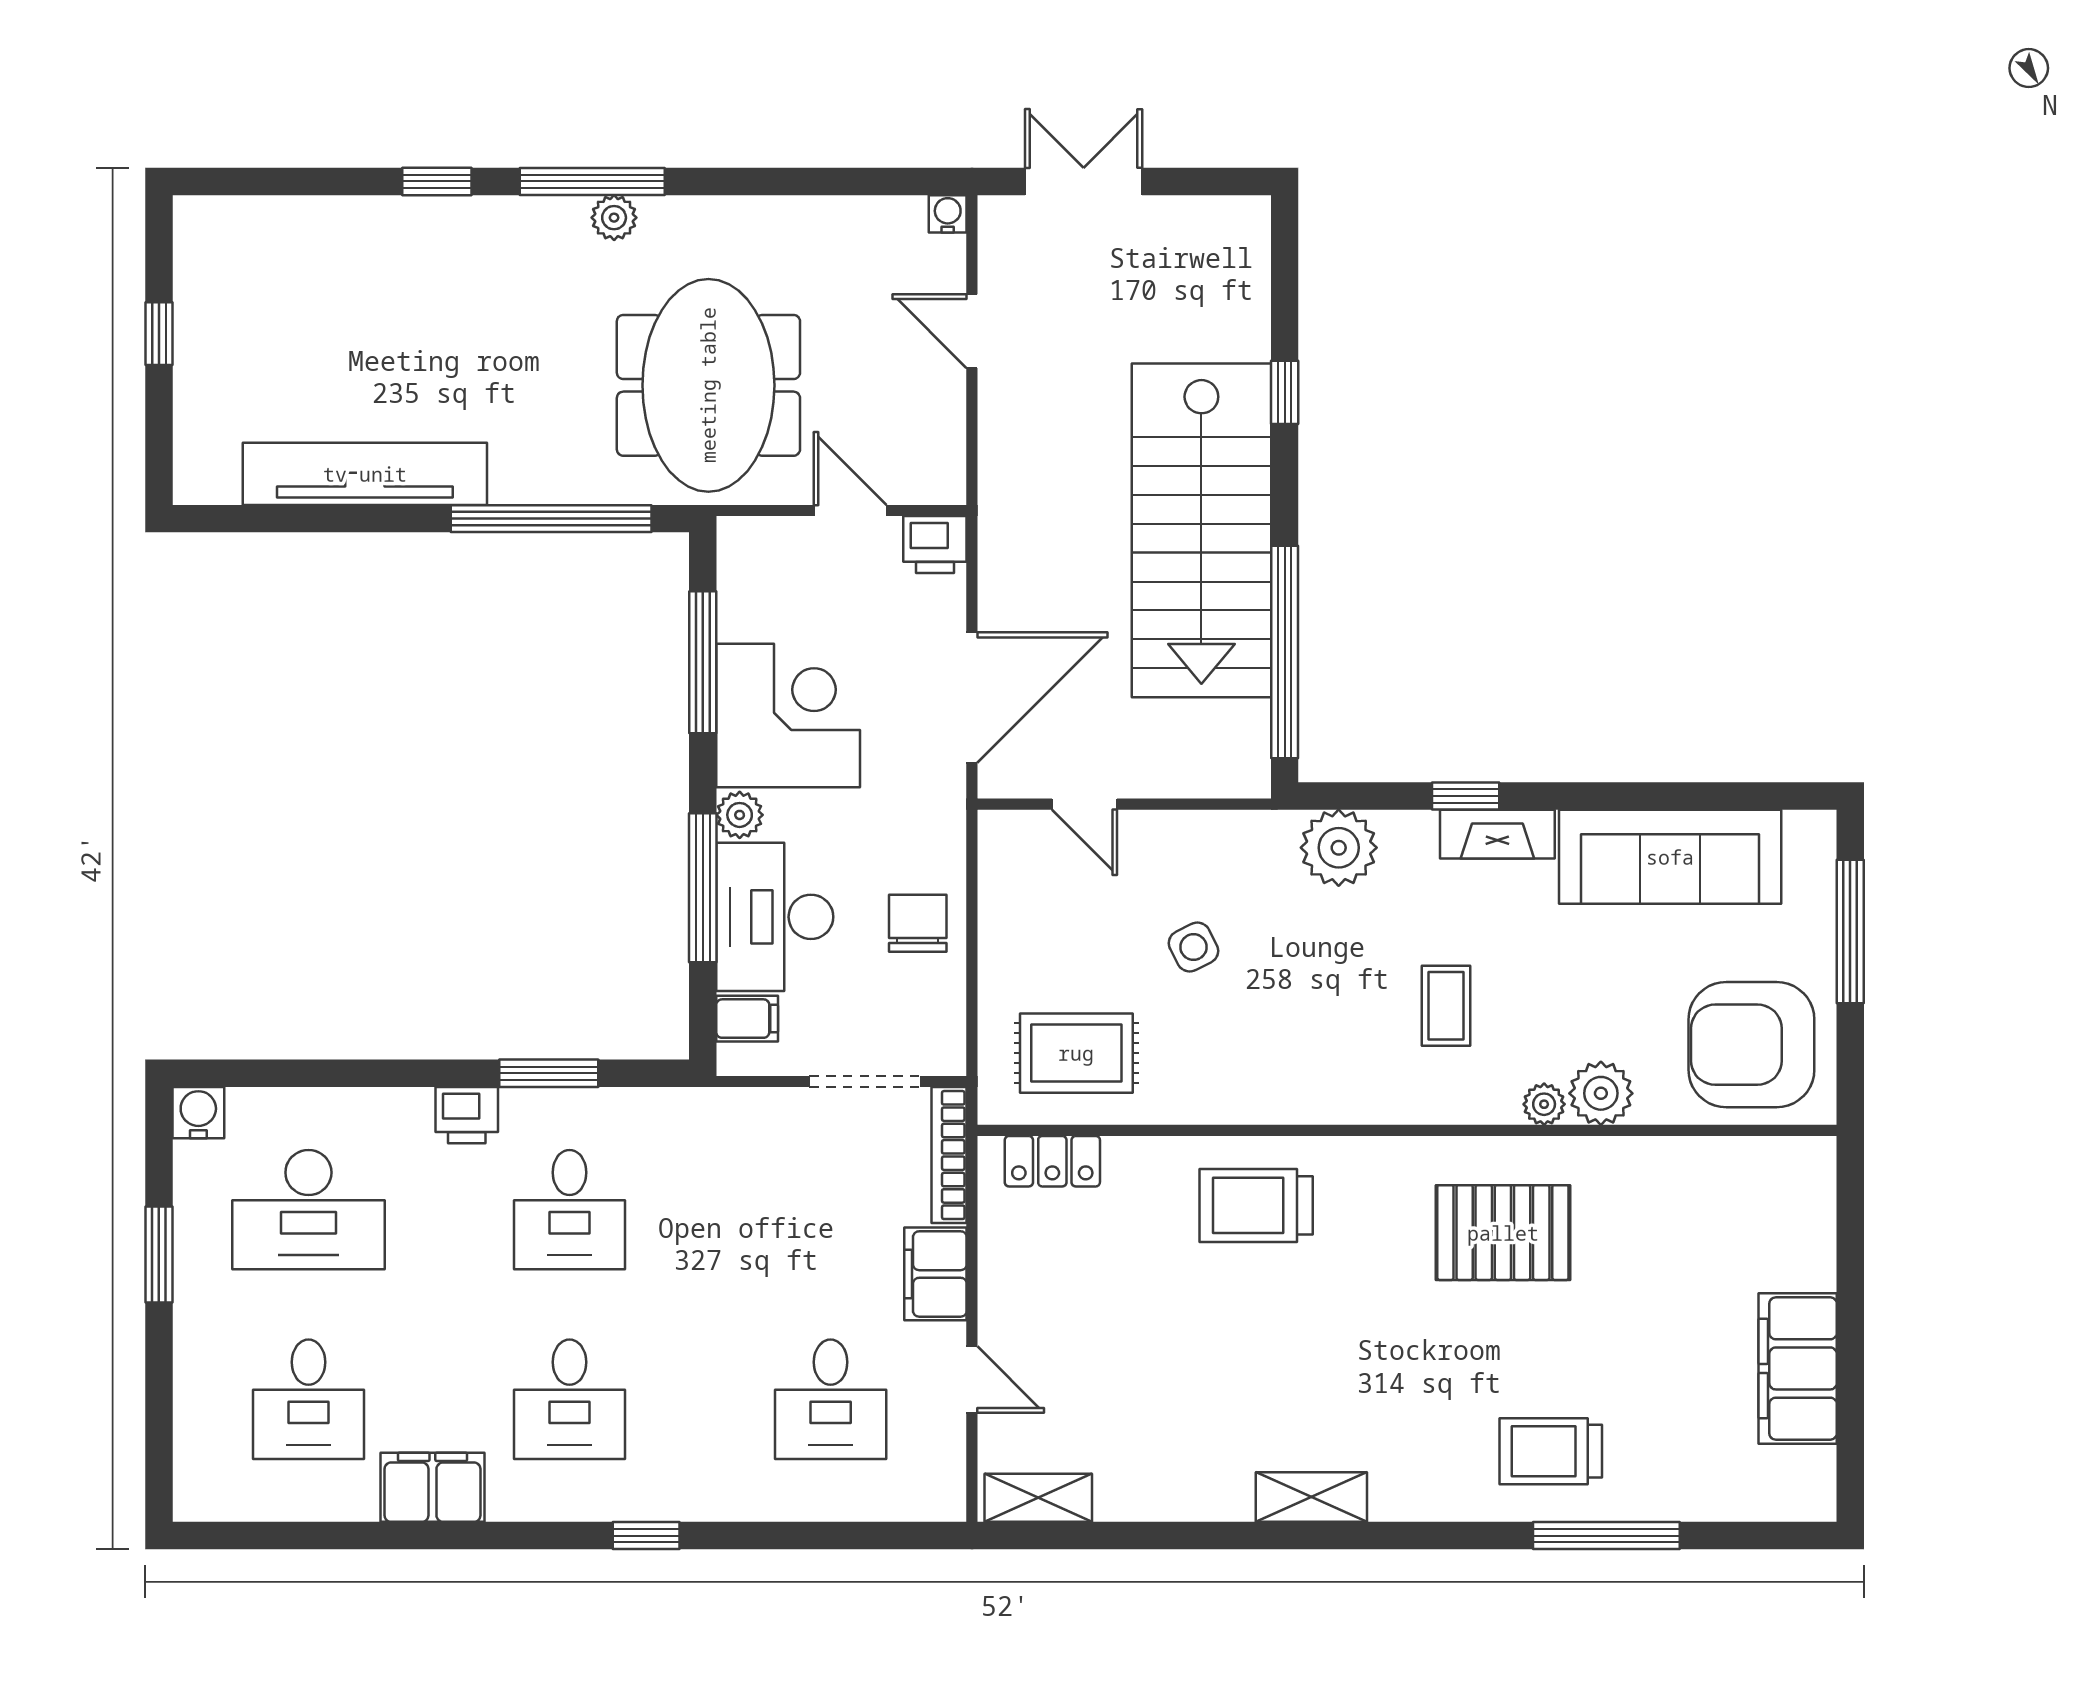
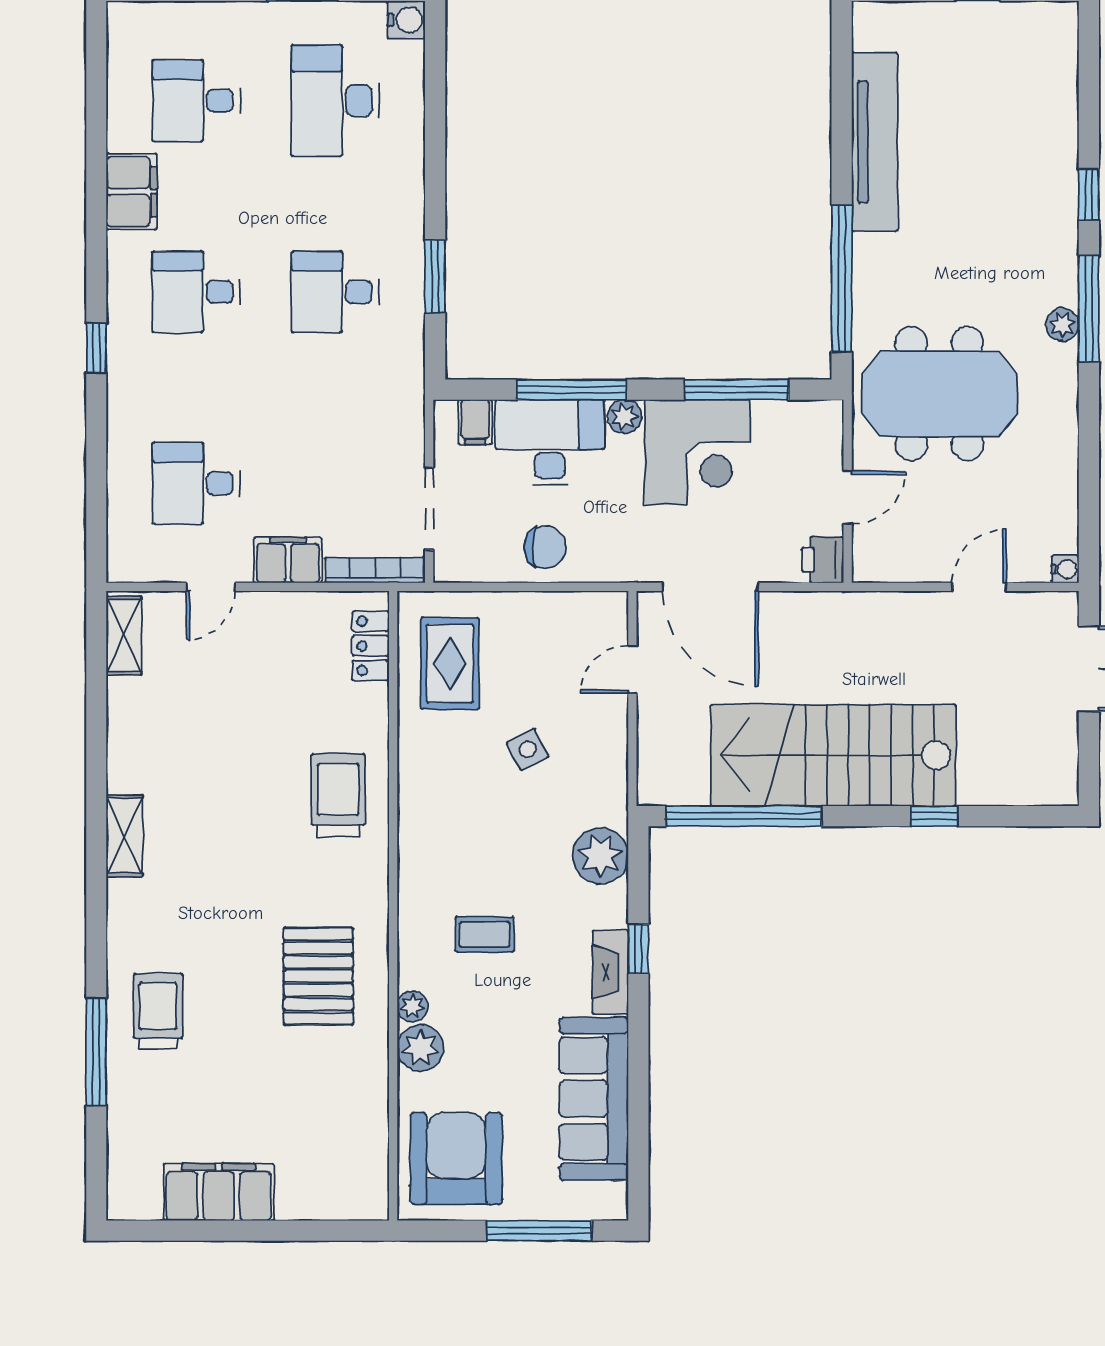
printer: (467, 1115) -> (404, 217), removed

